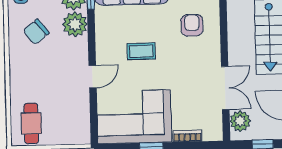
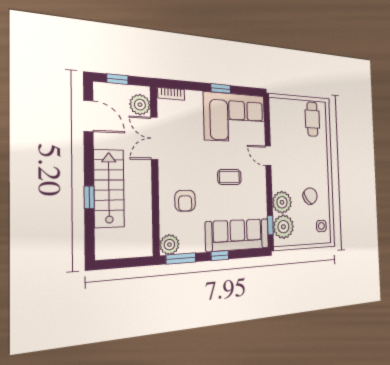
door: (93, 77) -> (268, 156), hinge flipped
bookcase: (187, 136) -> (171, 94), moved

